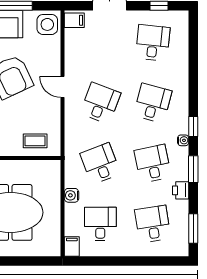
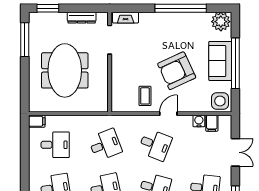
filing cabinet: (74, 20) -> (212, 123), moved
coffee table: (35, 141) -> (145, 96), moved
water cooler: (72, 195) -> (199, 121), moved

